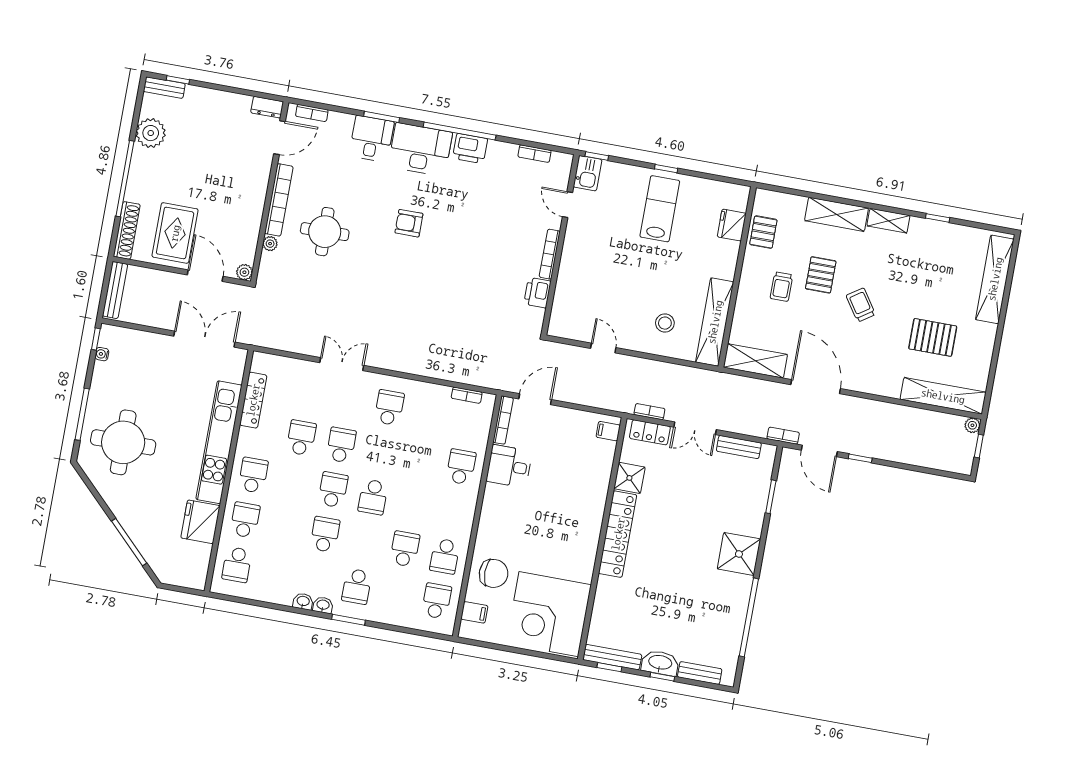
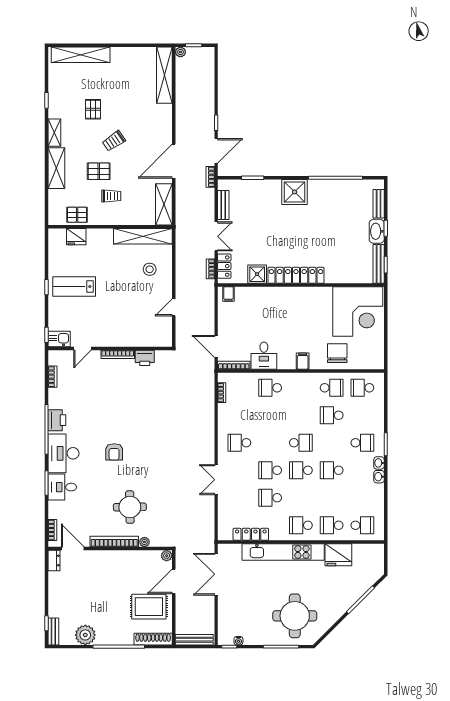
pallet: (933, 337) -> (93, 109), moved, width x0.67, depth x0.71
filing cabinet: (474, 612) -> (303, 361), moved

